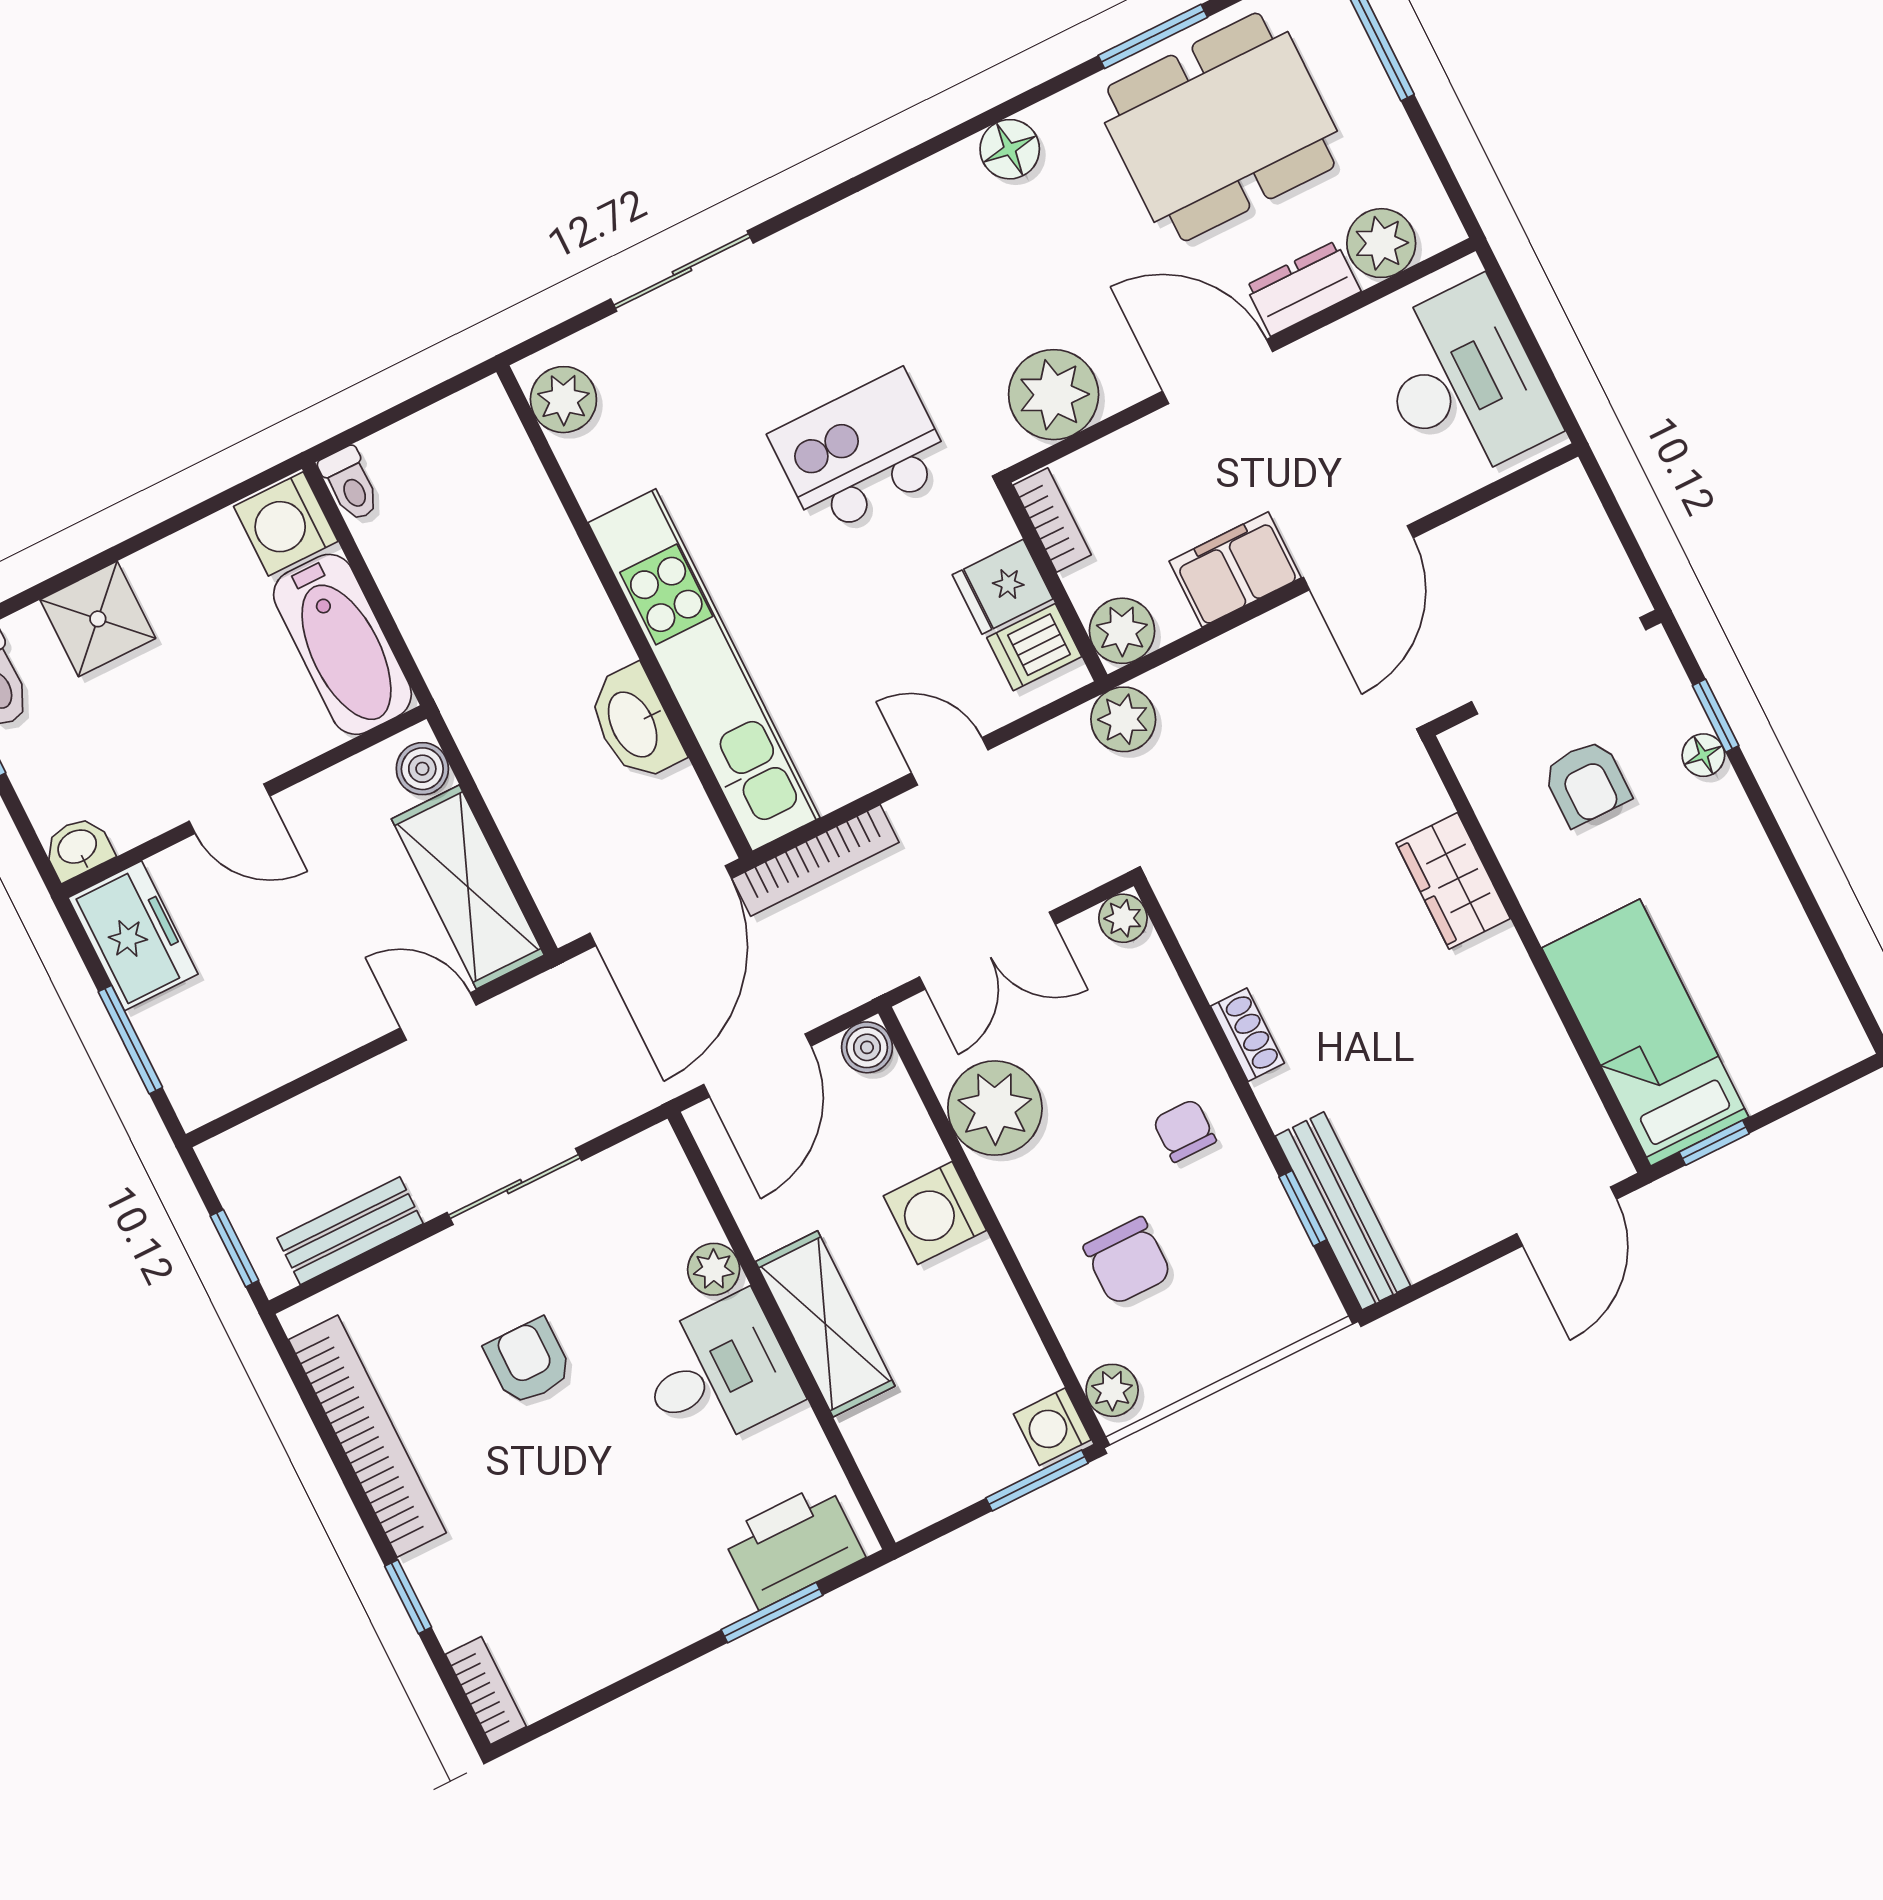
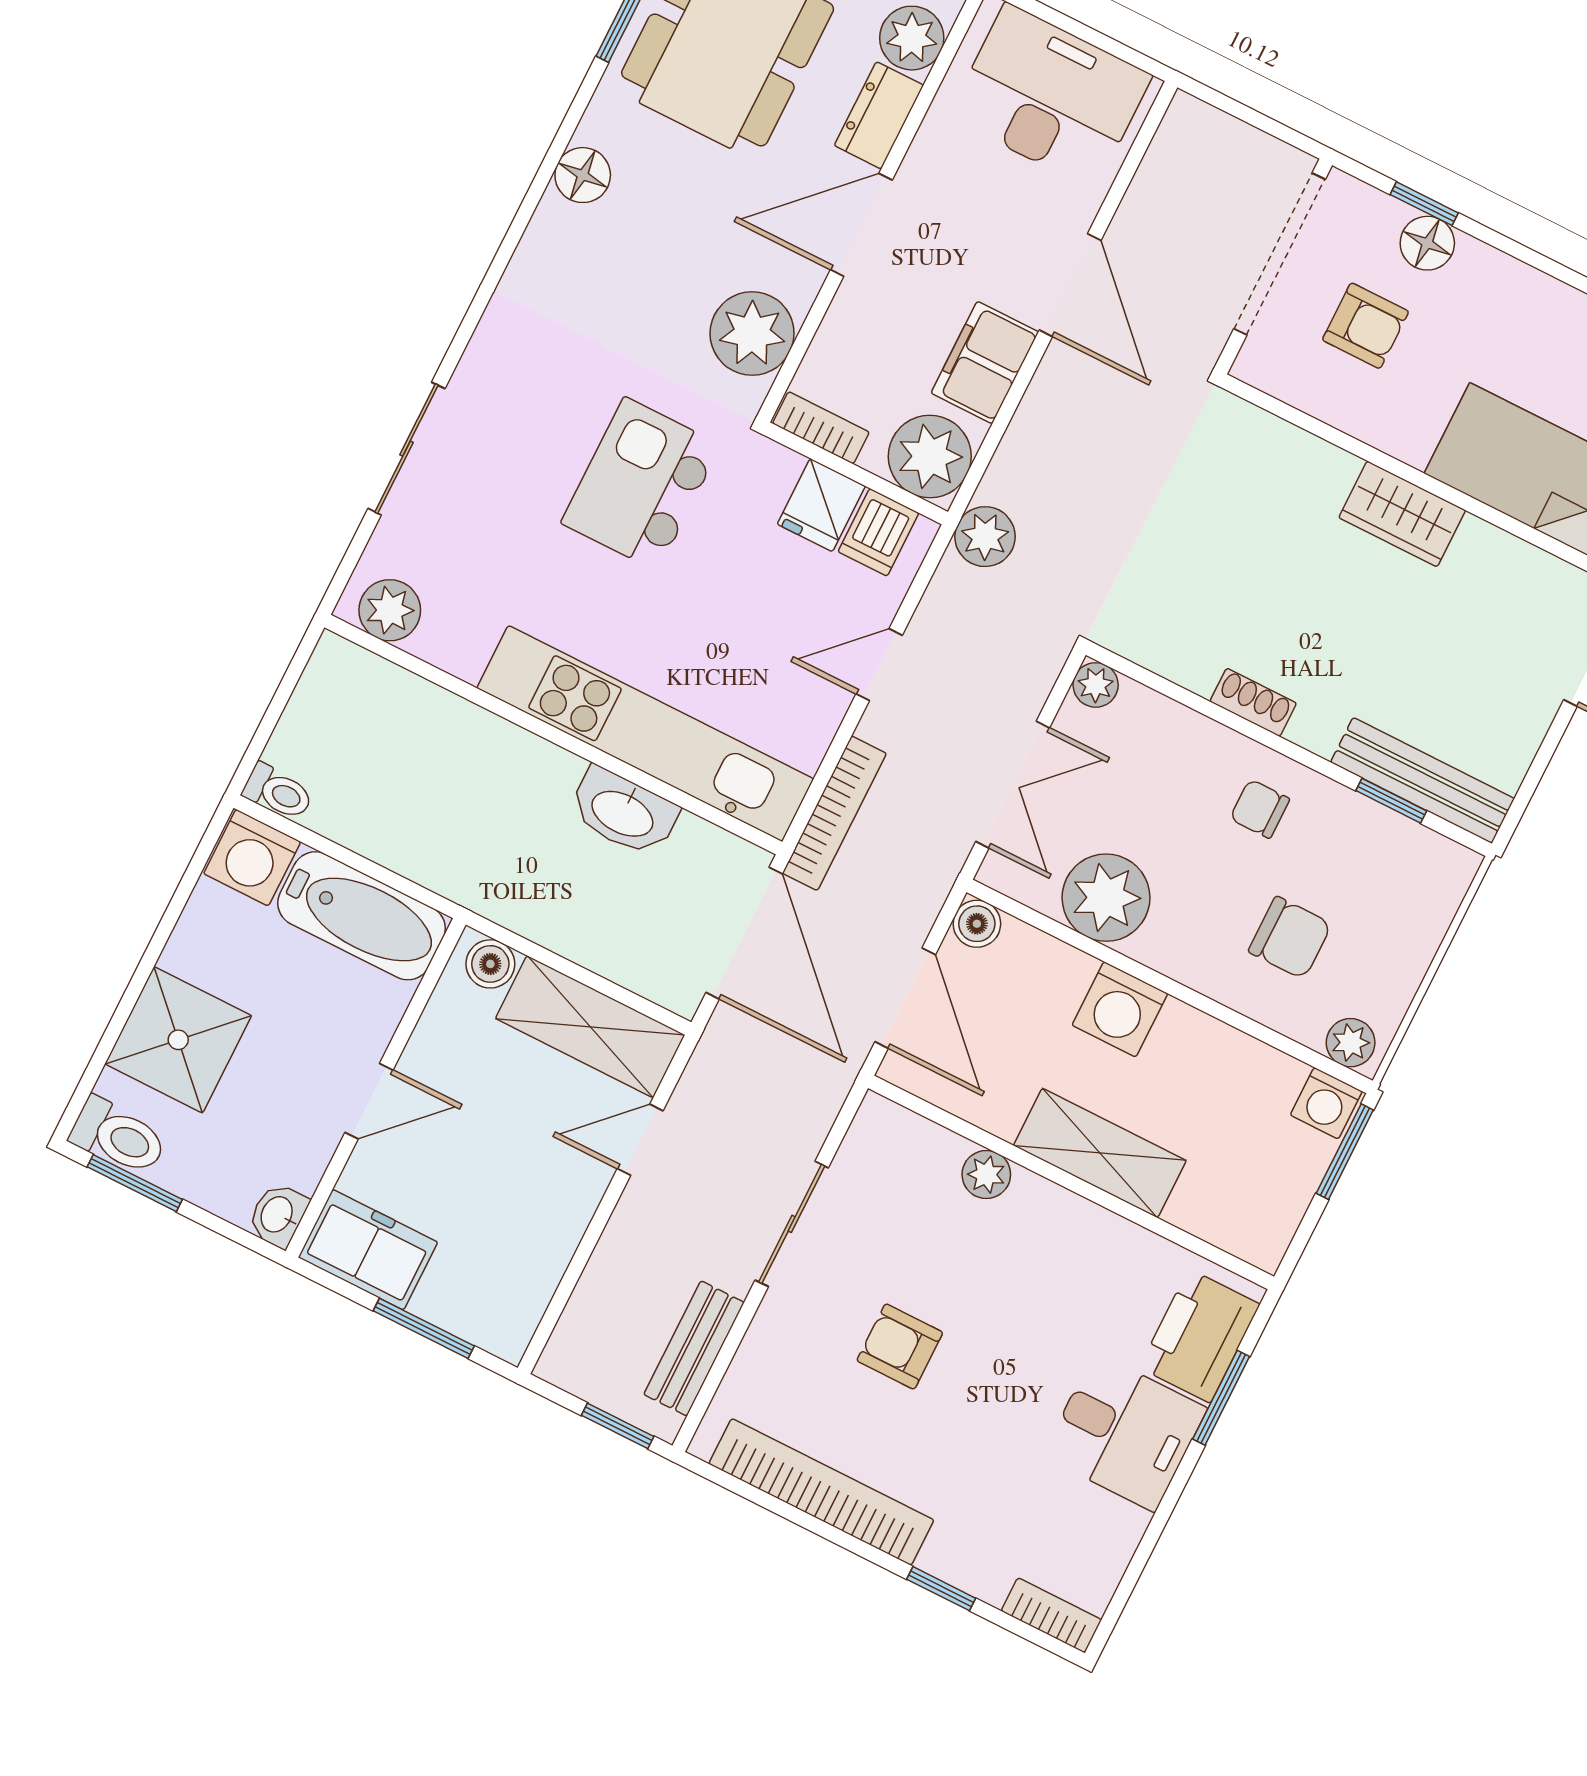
shower: (98, 619) -> (178, 1040), width x1.36, depth x1.36
plant: (1122, 631) -> (930, 457), width x1.36, depth x1.36
floor lamp: (1703, 755) -> (1427, 243), width x1.37, depth x1.37
wardrobe: (1453, 881) -> (1402, 514), moved
desk: (718, 1373) -> (1125, 1432), moved, turned 90

